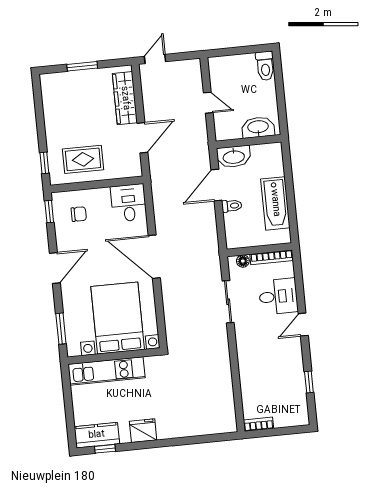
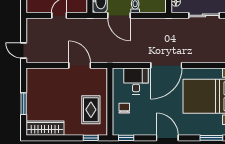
wardrobe: (125, 98) -> (45, 128), moved, turned 180
desk: (129, 203) -> (136, 81), moved, turned 90
chair: (79, 214) -> (124, 108), moved

